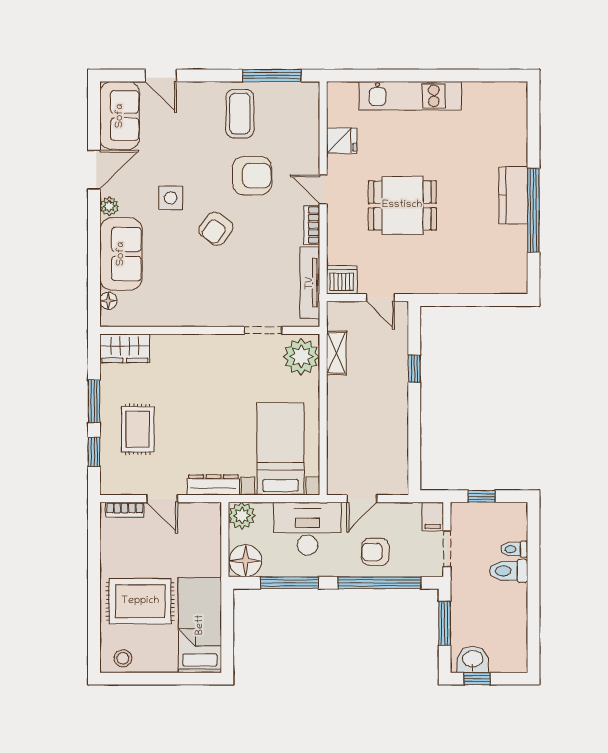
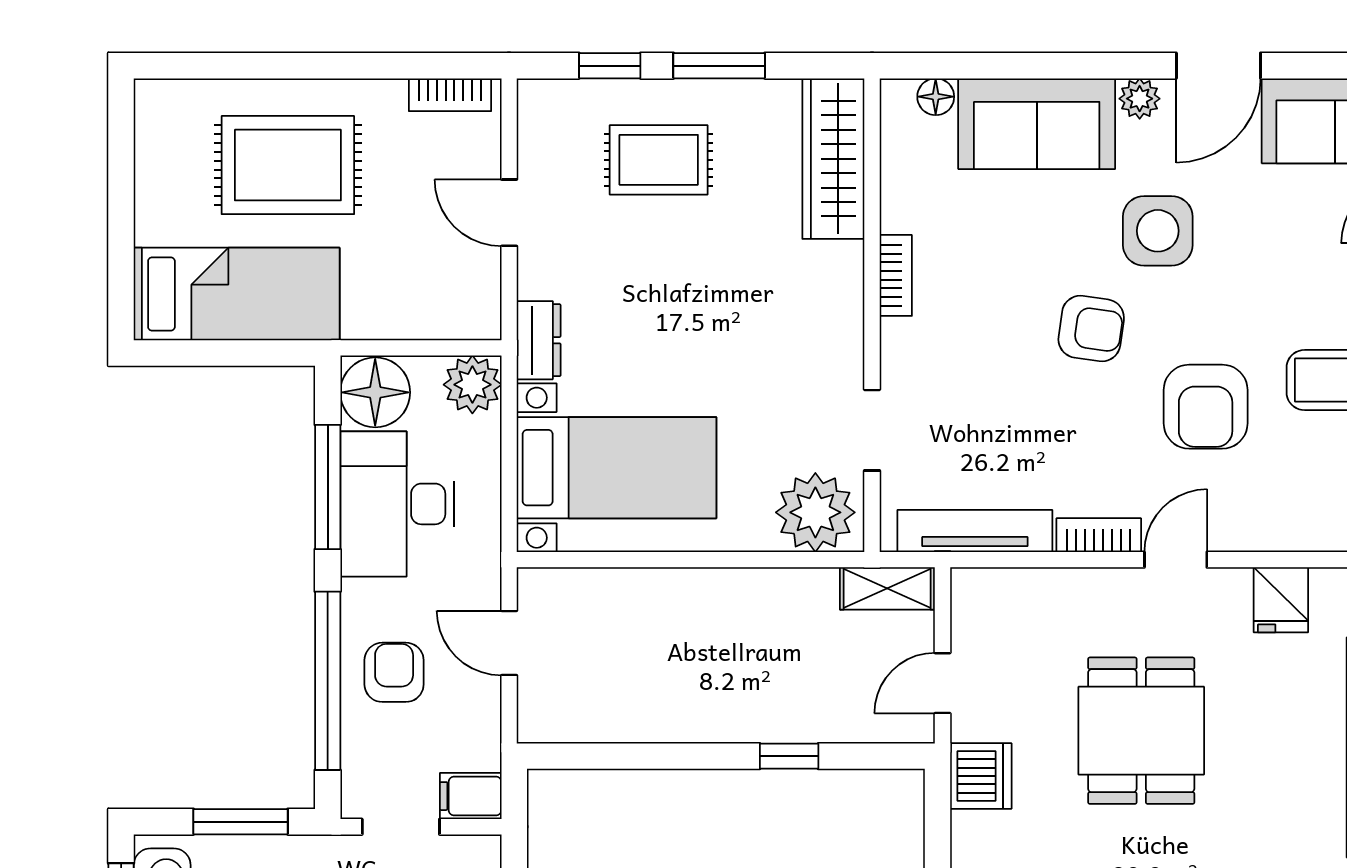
door: (94, 170) -> (1218, 66), hinge flipped
side table: (171, 198) -> (1158, 231), width x1.37, depth x1.37
armchair: (216, 229) -> (1091, 329), turned 152
dishwasher: (342, 280) -> (981, 776), moved
bookcase: (191, 319) -> (896, 275), added
wardrobe: (125, 348) -> (833, 159), width x1.50
shelving: (336, 353) -> (887, 588), moved
dresser: (213, 485) -> (539, 340), width x0.70
door: (162, 499) -> (509, 213), hinge flipped
bookcase: (125, 510) -> (450, 95), moved, turned -90
desk: (307, 529) -> (397, 504), moved, turned 180
rug: (140, 601) -> (288, 165), turned 90
stool: (123, 658) -> (165, 128), removed

